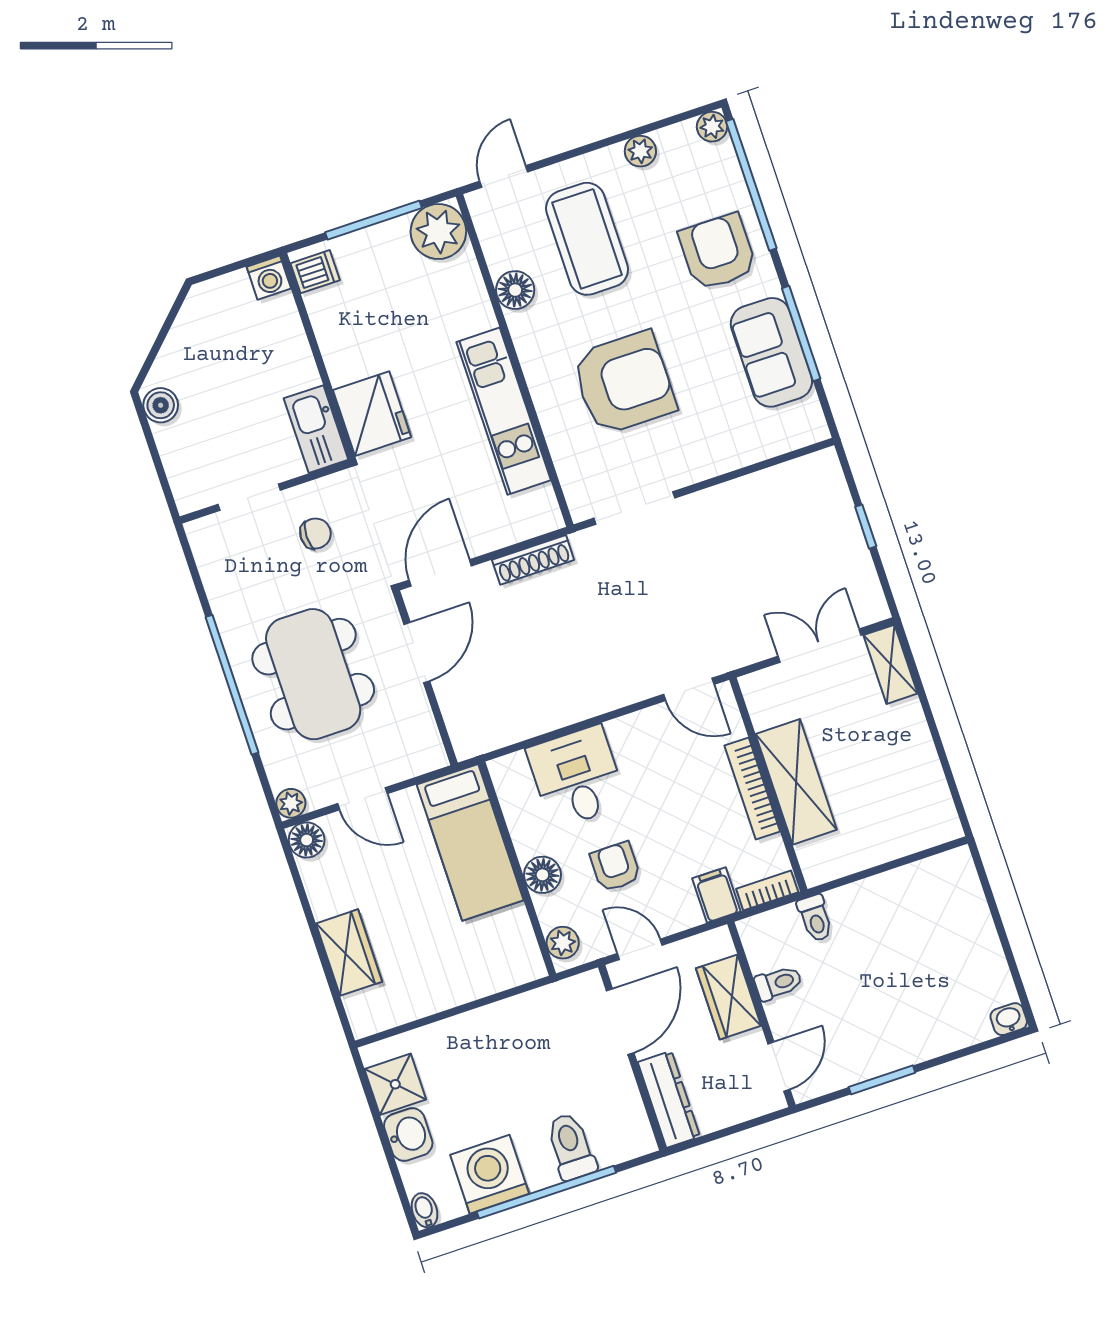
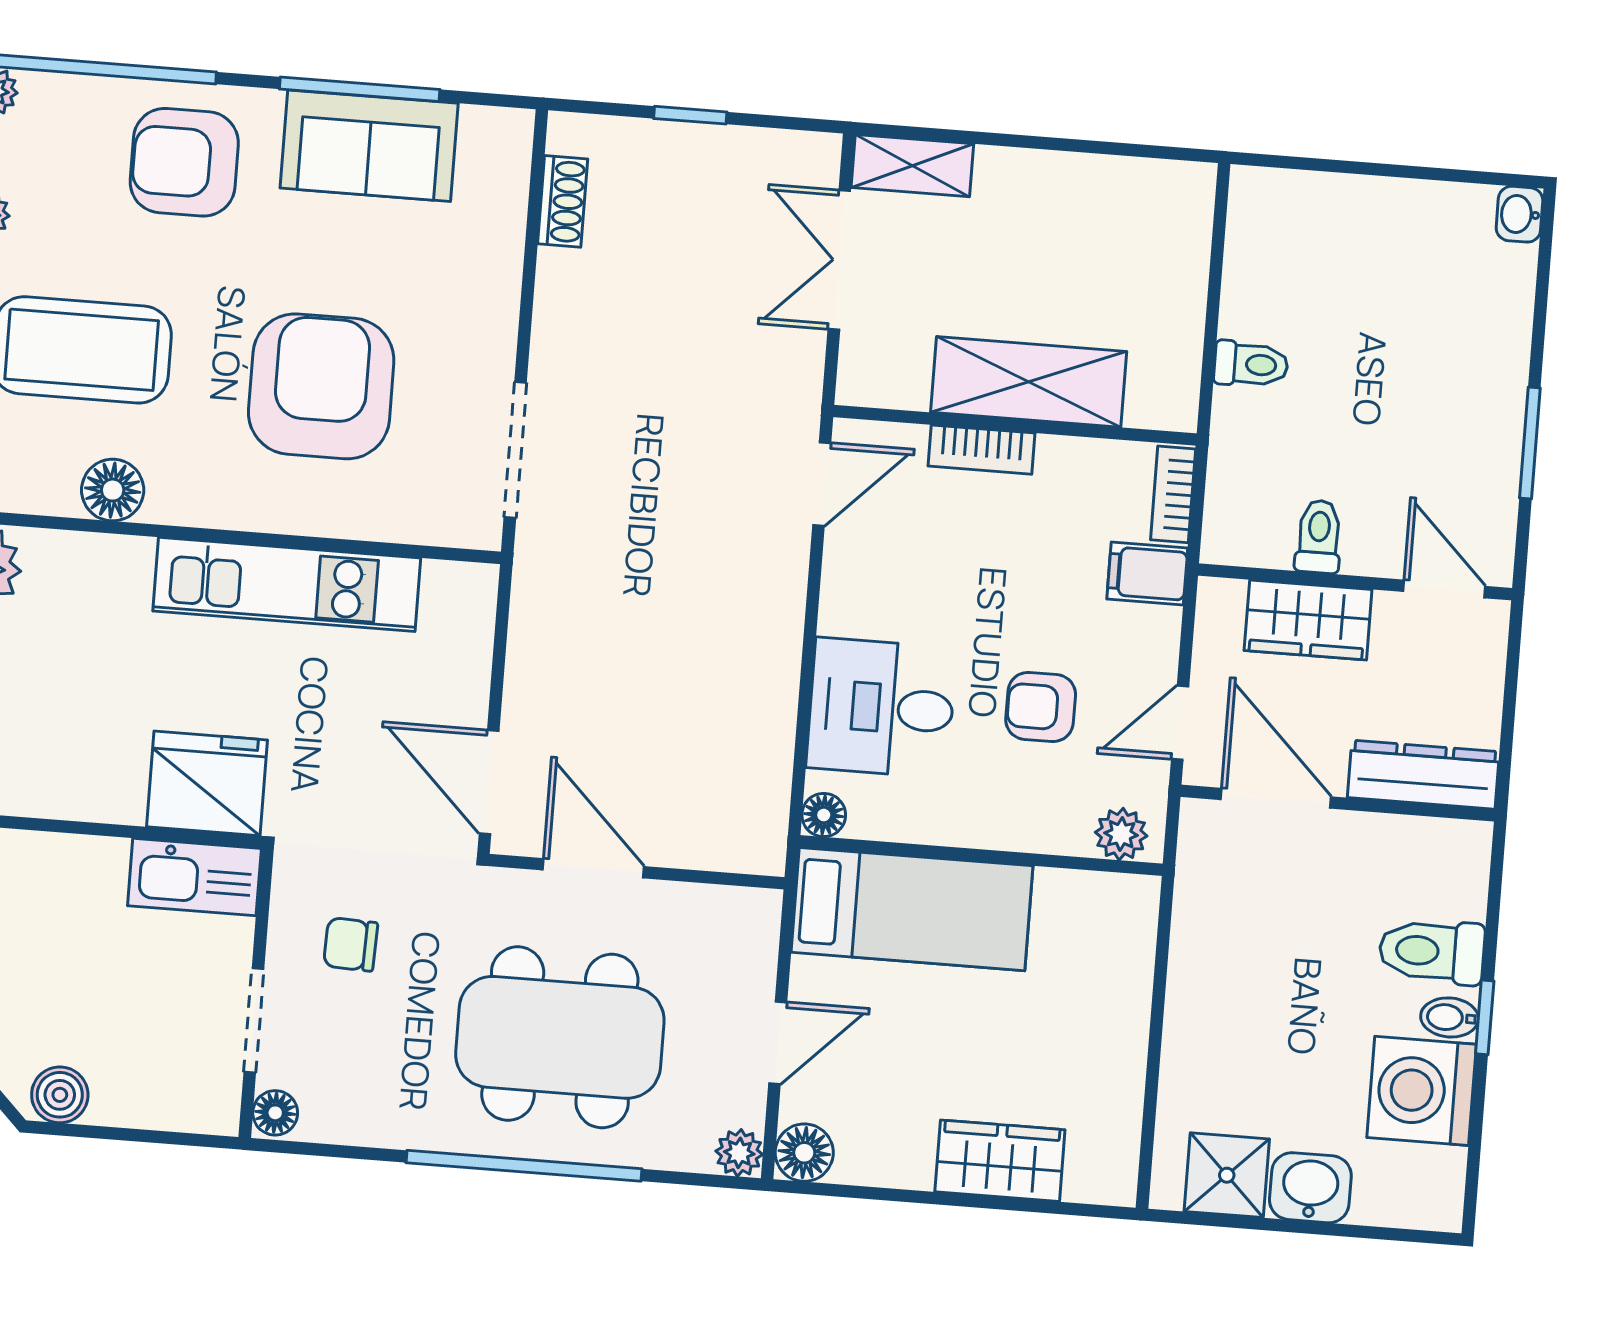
floor lamp: (202, 531) -> (275, 1113), added
chair: (315, 534) -> (351, 944), turned -88
shoe rack: (533, 560) -> (563, 201), moved, width x0.70
bookcase: (752, 789) -> (982, 450), width x0.64
floor lamp: (542, 875) -> (824, 815), moved, width x0.73, depth x0.73
toilet: (815, 918) -> (1251, 364), moved
window: (546, 1192) -> (1485, 1017), width x0.32
bidet: (424, 1210) -> (1450, 1017), moved

